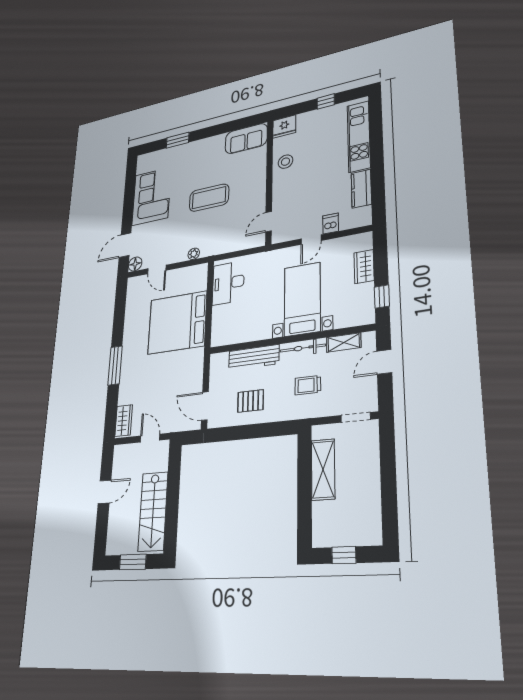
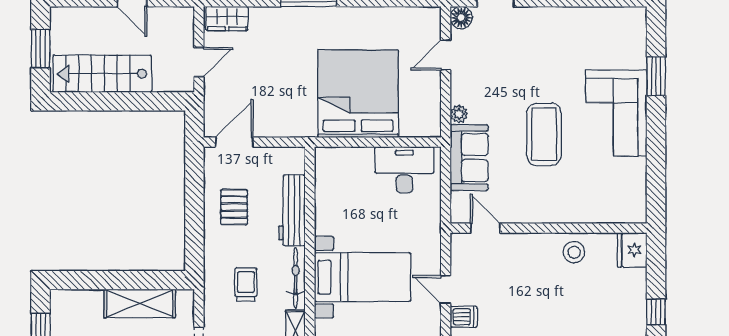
sofa: (246, 139) -> (469, 158), moved, turned 180
corner sofa: (151, 196) -> (616, 113), moved, turned 90

